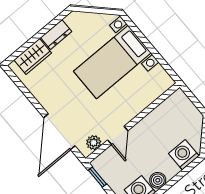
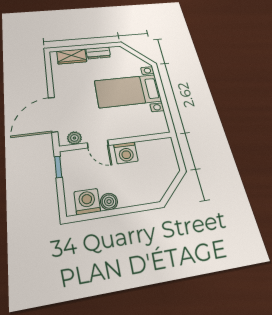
door: (118, 135) -> (98, 144), hinge flipped
washing machine: (184, 155) -> (126, 153), moved, turned 180

